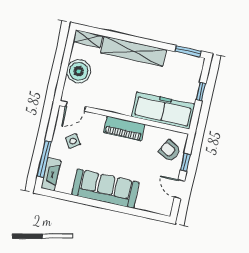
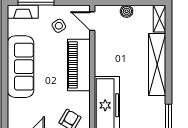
boiler: (79, 71) -> (127, 11), width x0.54, depth x0.54
piano: (124, 128) -> (79, 65), width x1.37, depth x1.33

